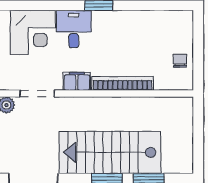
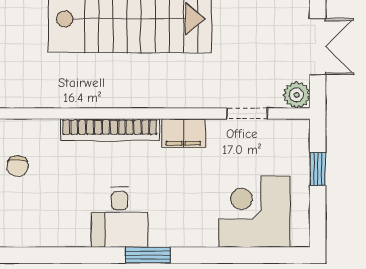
desk: (74, 29) -> (120, 217), moved
doorway: (37, 94) -> (247, 113), width x0.73

